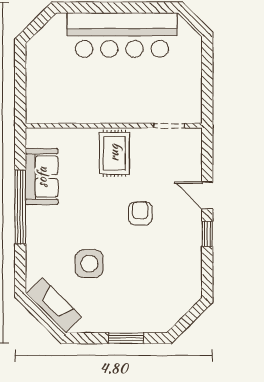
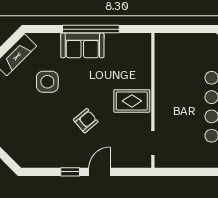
sofa: (42, 177) -> (82, 45), moved
armchair: (140, 213) -> (86, 121), turned -40

